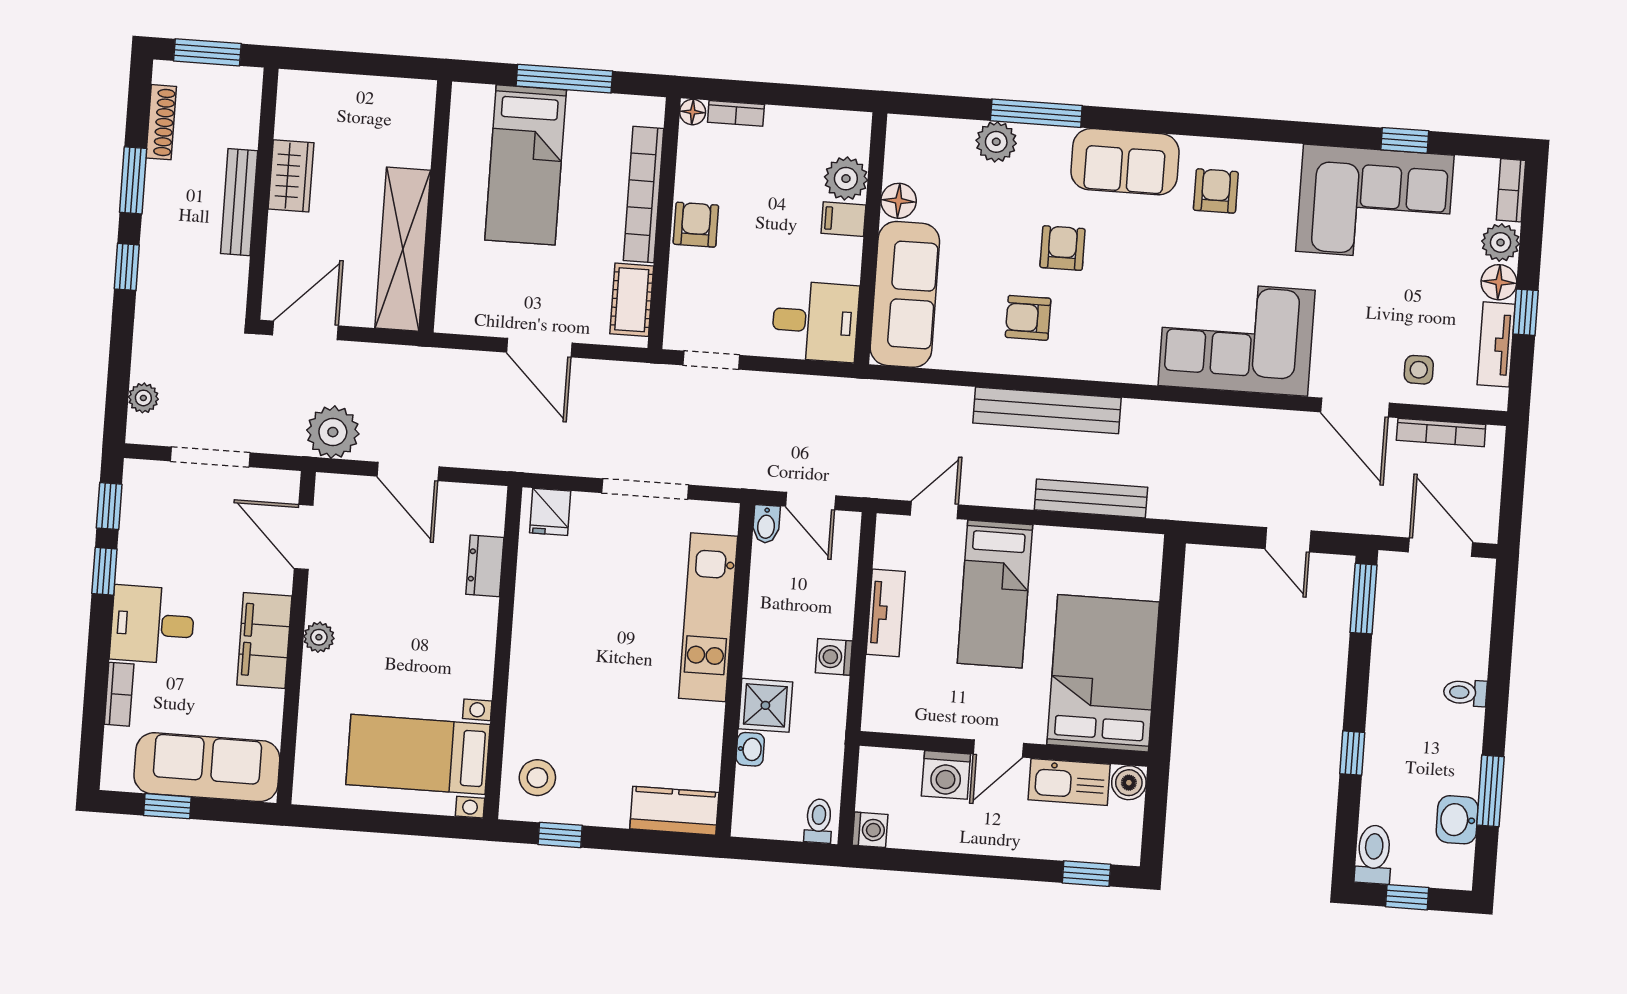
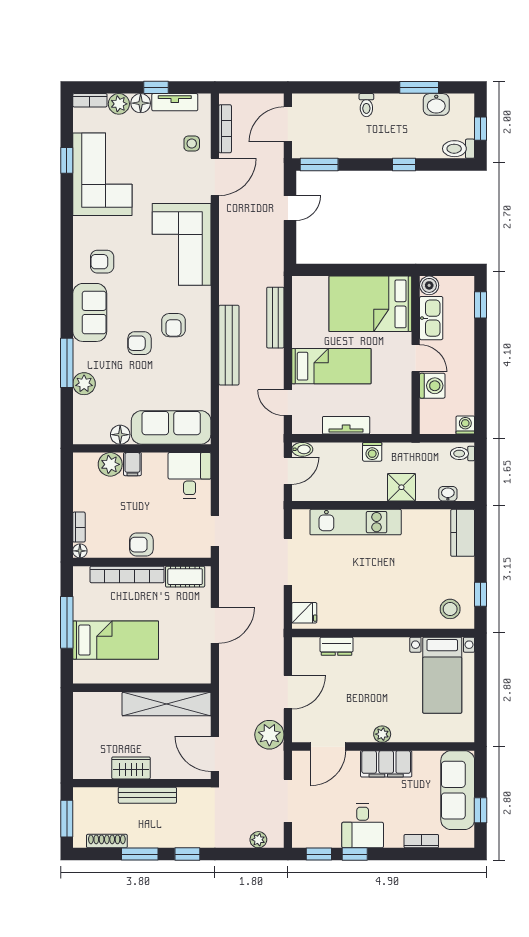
armchair: (1028, 318) -> (174, 325), moved
bidet: (766, 524) -> (302, 449), moved
desk: (152, 625) -> (363, 826), moved
washbasin: (750, 749) -> (448, 494), moved

